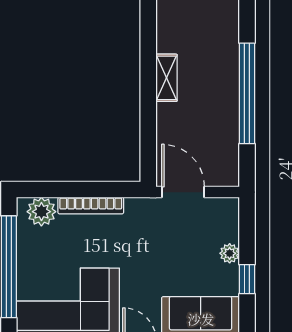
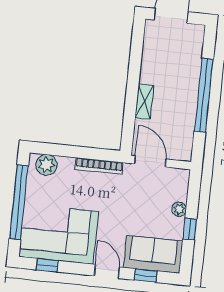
shelving: (166, 78) -> (144, 101), moved
bookcase: (91, 206) -> (99, 166), moved

